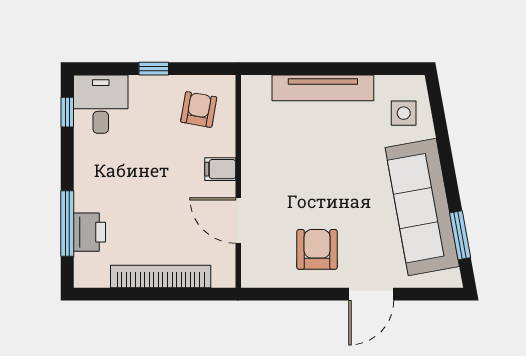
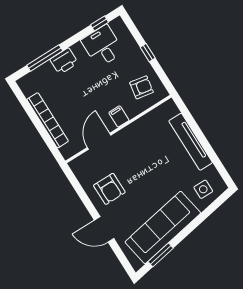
desk: (101, 104) -> (102, 46), moved, turned -90
printer: (90, 232) -> (64, 61), moved
armchair: (317, 249) -> (109, 189), turned 90

